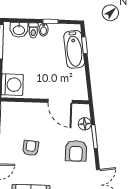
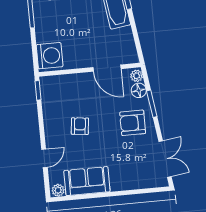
plant: (84, 111) -> (137, 76), added
armchair: (76, 151) -> (133, 123), turned 90

